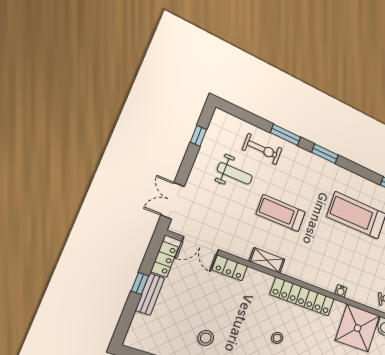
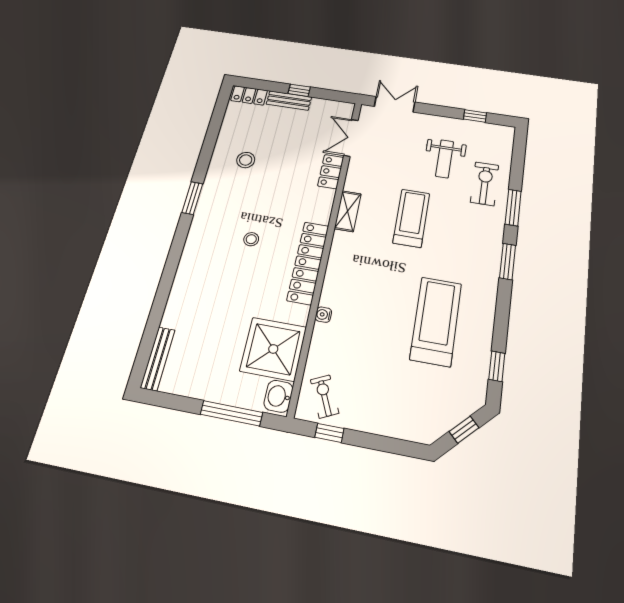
exercise bike: (262, 149) -> (485, 184), turned 180
locker: (165, 259) -> (249, 95), moved

